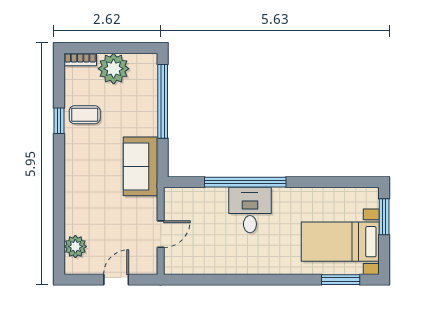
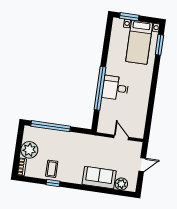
sofa: (140, 166) -> (99, 178), moved, turned 180
door: (116, 280) -> (142, 165), swing flipped

